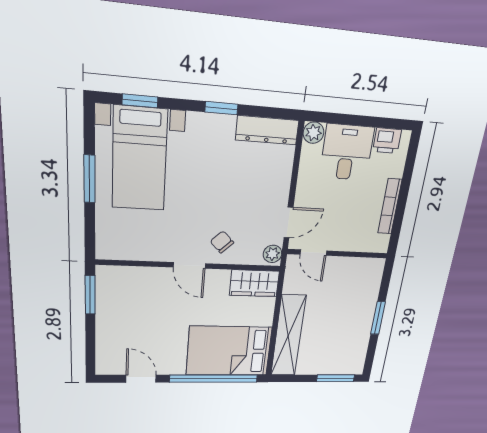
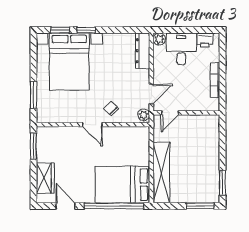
window: (221, 108) -> (86, 30), moved
dresser: (267, 130) -> (143, 51), moved, turned 90
bed with nightstands: (139, 159) -> (69, 62), width x1.36
window: (90, 179) -> (33, 95), moved
door: (313, 253) -> (170, 113), hinge flipped
wardrobe: (254, 283) -> (45, 178), moved, turned -90
window: (378, 318) -> (222, 183), moved

